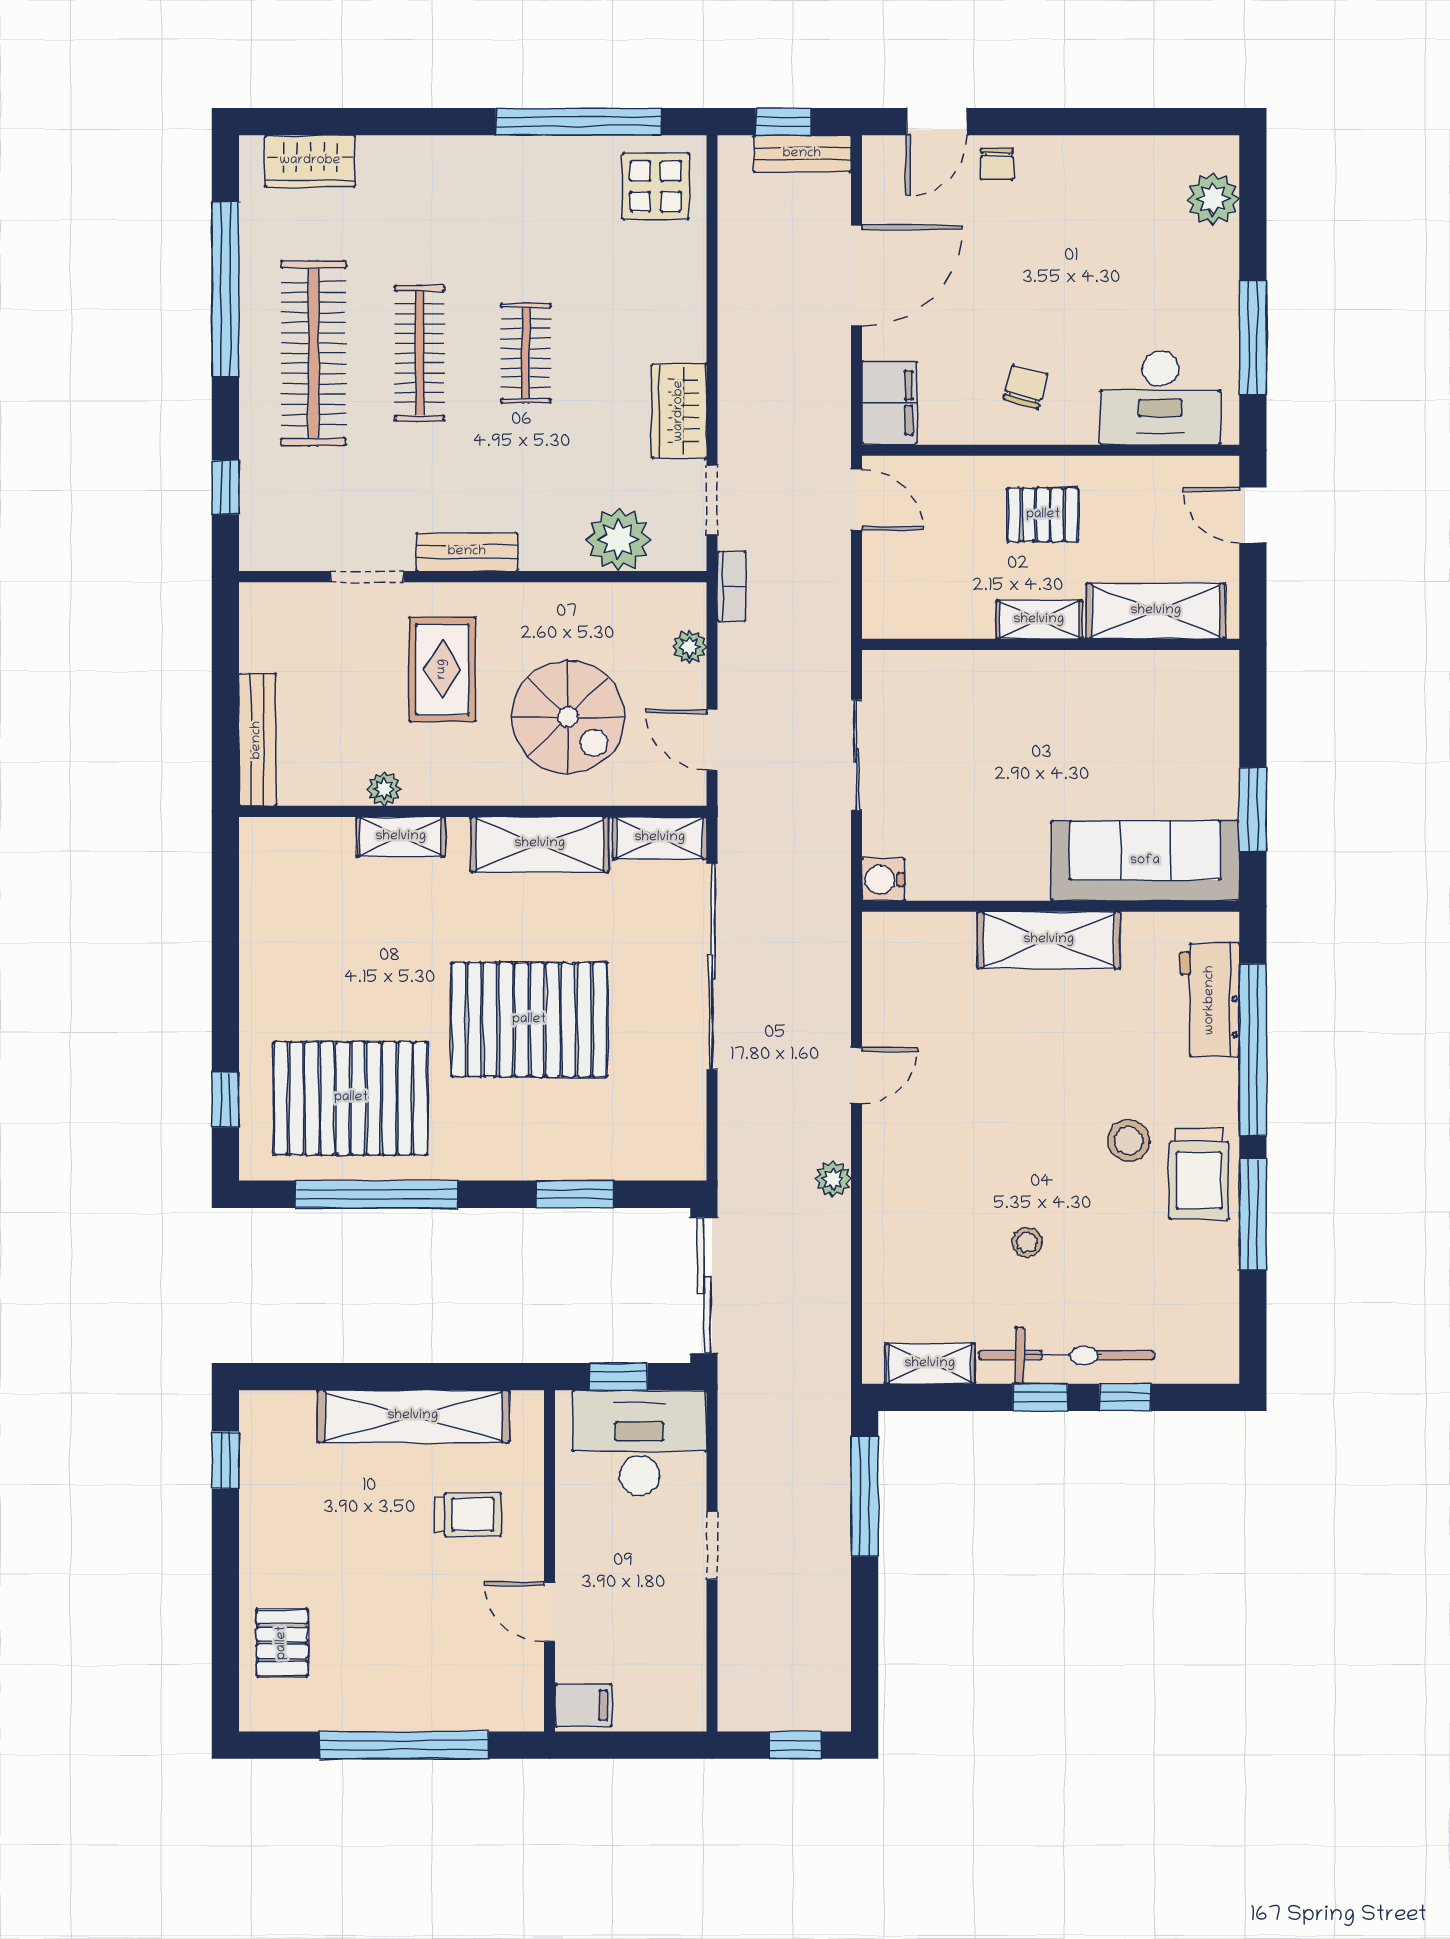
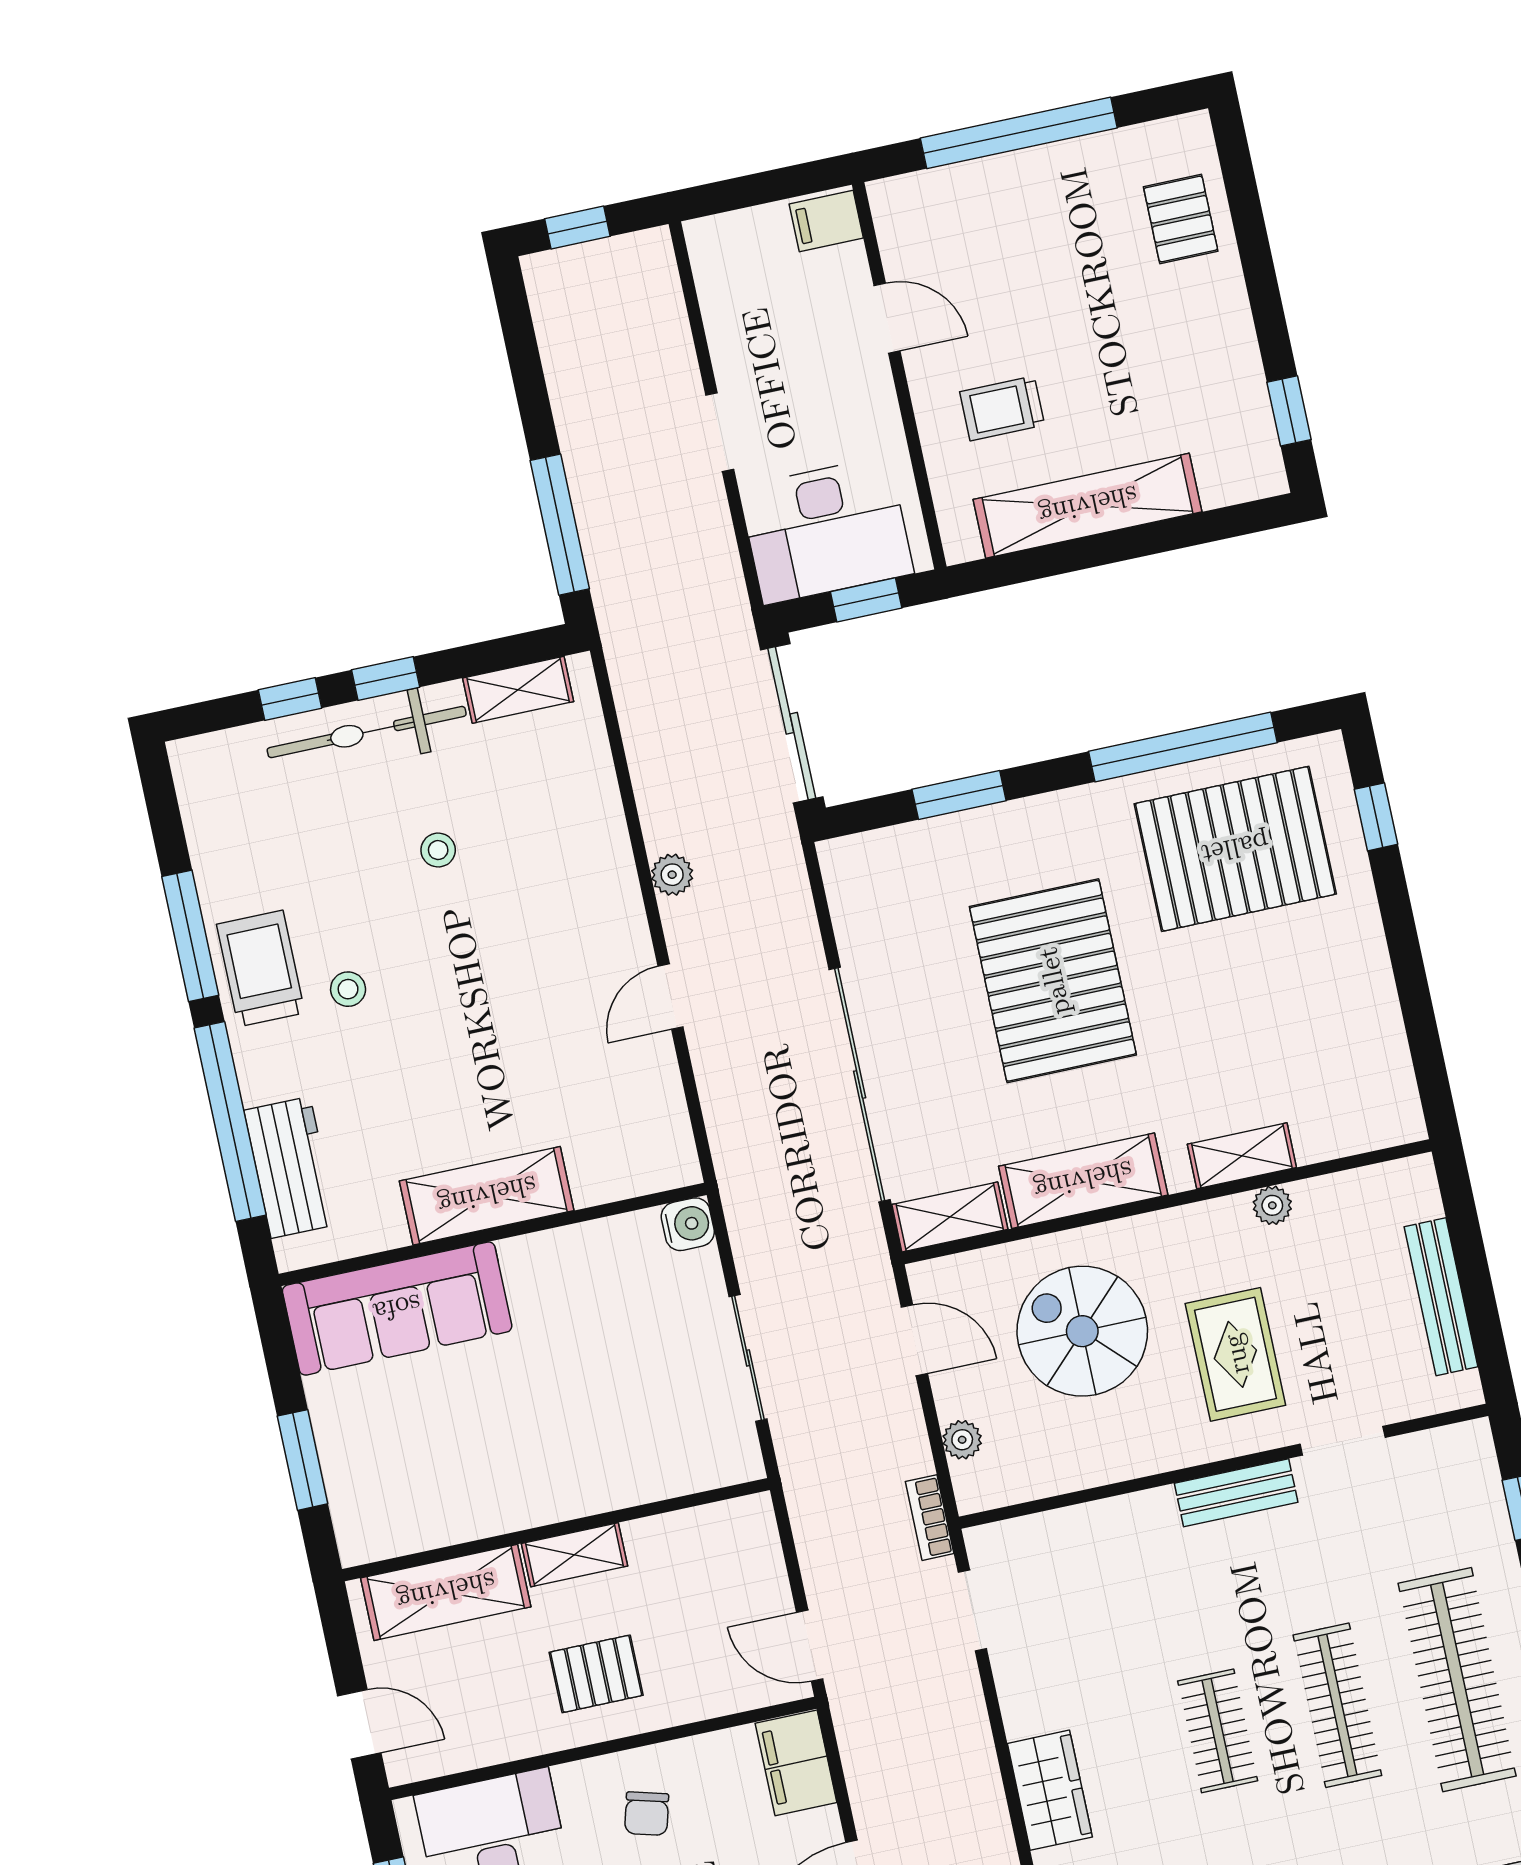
wardrobe: (679, 411) -> (1050, 1790), moved
plant: (618, 539) -> (1068, 1543), removed
bench: (257, 740) -> (1441, 1297), moved
window: (1253, 810) -> (303, 1460), moved
pallet: (529, 1020) -> (1053, 981), turned 90
stool: (1129, 1141) -> (348, 989), width x0.73, depth x0.73

